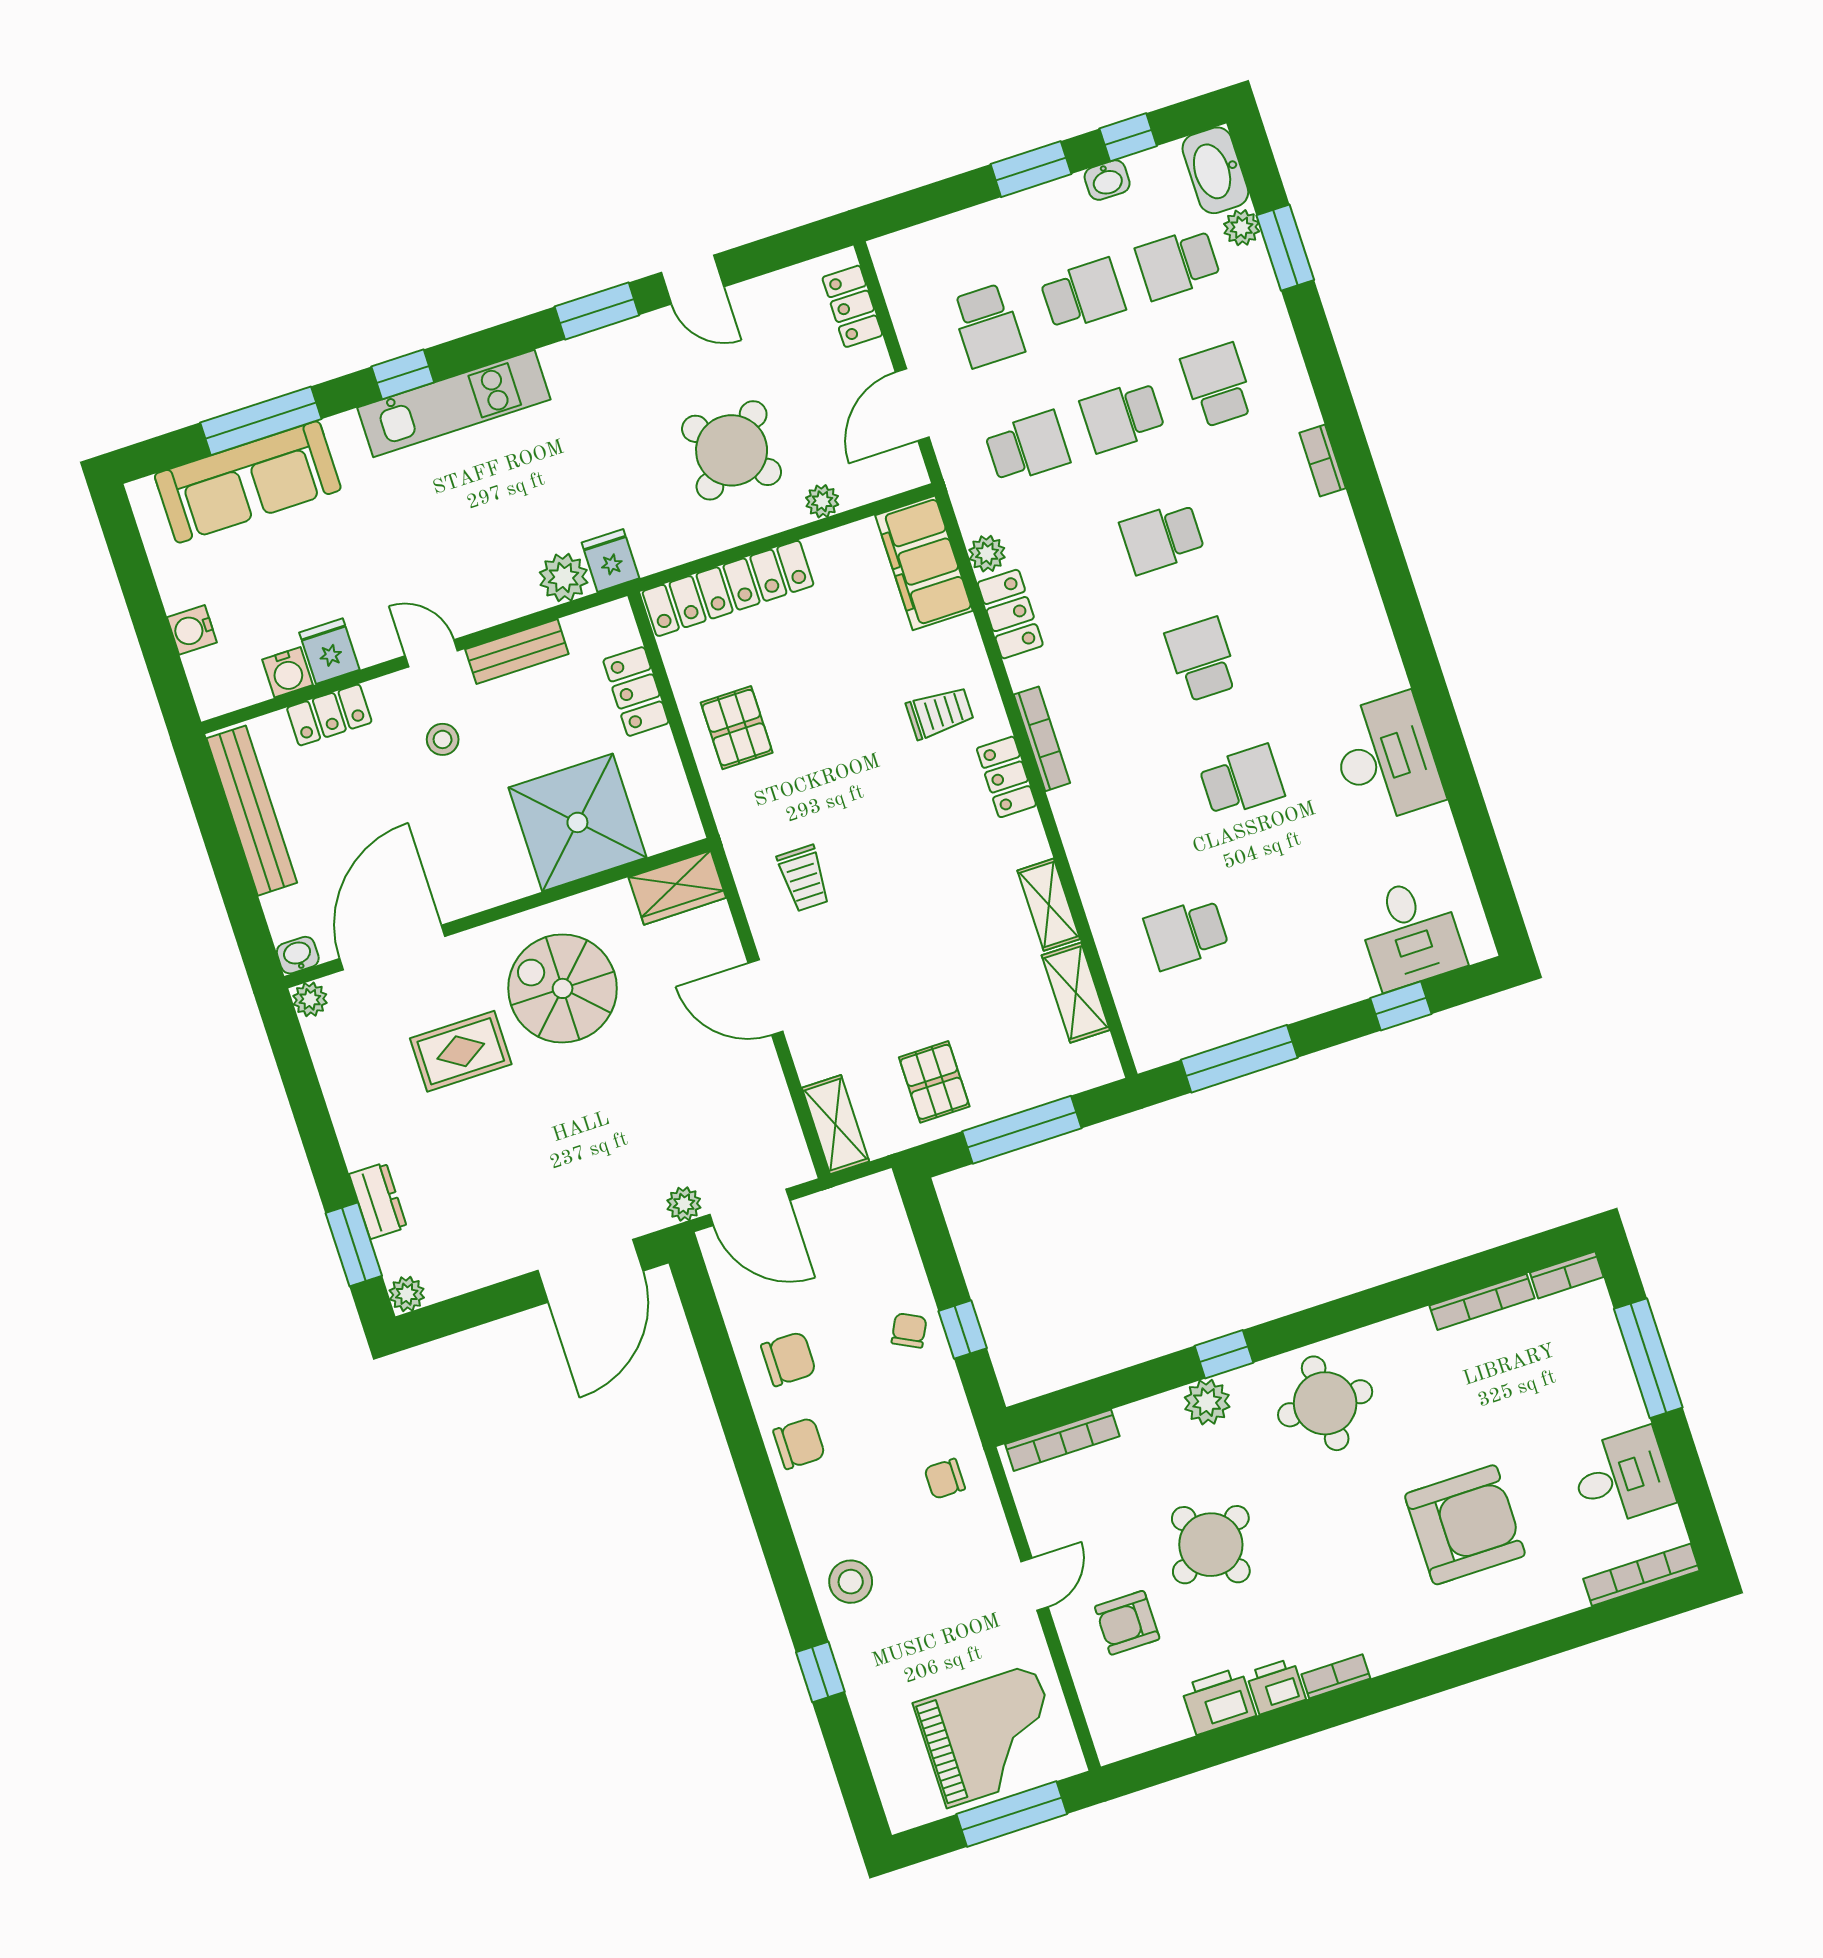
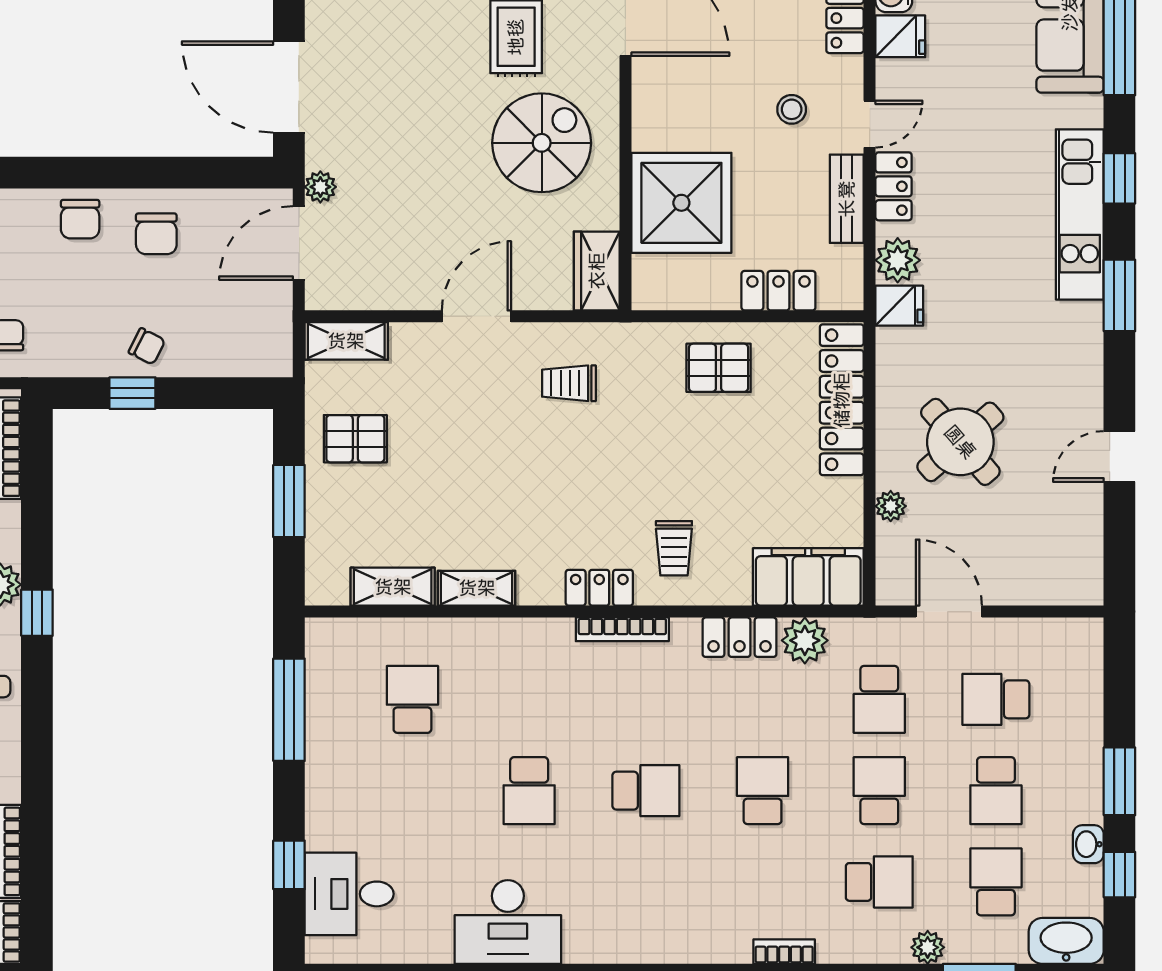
plant: (1242, 228) -> (928, 947), moved
locker: (852, 306) -> (894, 186), moved, turned 90
window: (597, 311) -> (1119, 295), moved
plant: (987, 554) -> (805, 640), width x1.38, depth x1.38
window: (1022, 1130) -> (289, 501), width x0.69

